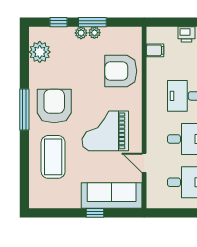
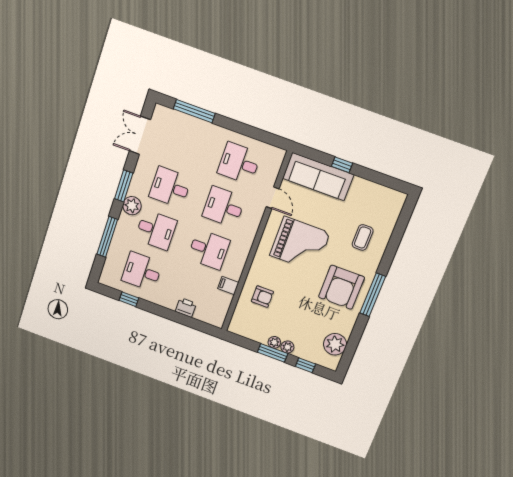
filing cabinet: (155, 50) -> (228, 285), moved
armchair: (121, 71) -> (262, 297), width x0.53, depth x0.53
coffee table: (53, 157) -> (363, 237), width x0.54, depth x0.58

